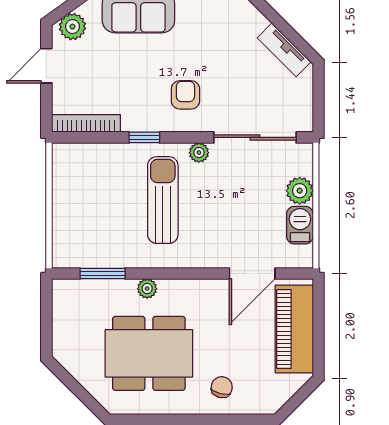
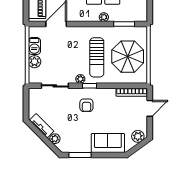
plant: (255, 21) -> (55, 139), added
door: (46, 66) -> (150, 108), moved
window: (144, 137) -> (90, 86), moved
sliding door: (255, 137) -> (55, 86), width x0.73
parasol: (95, 202) -> (128, 57), added

